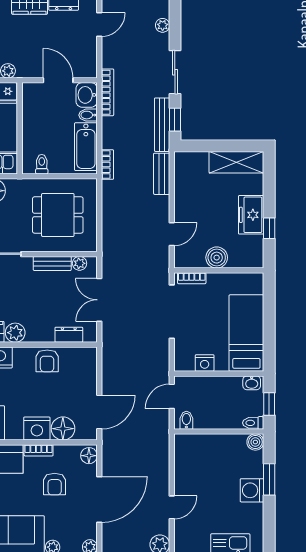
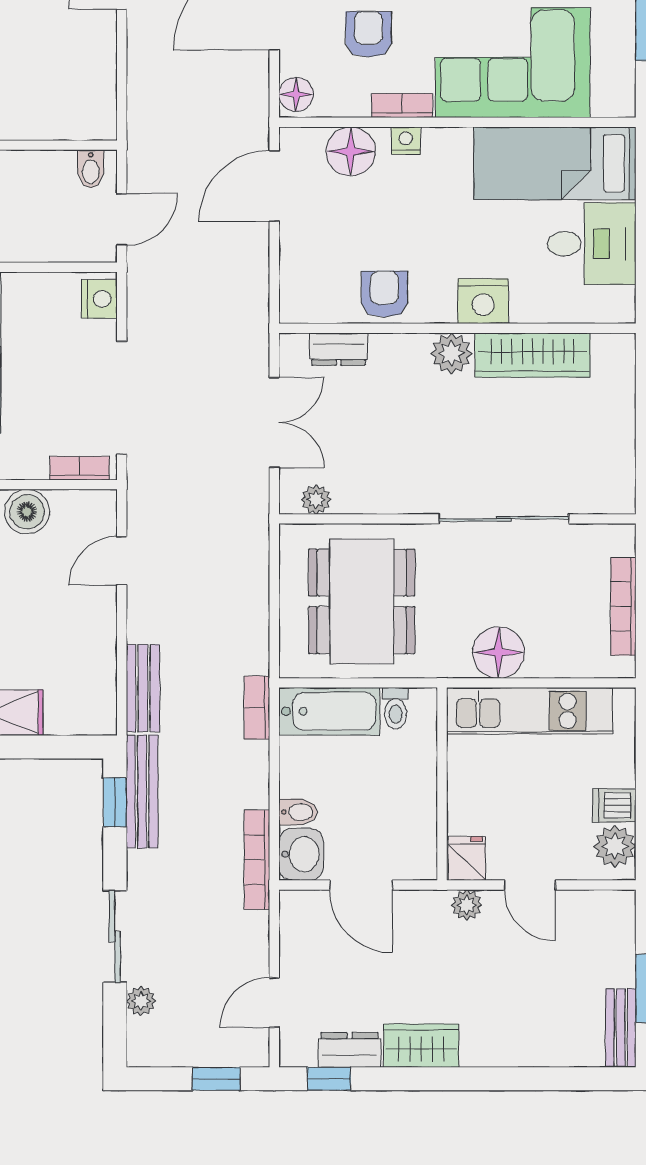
sliding door: (175, 72) -> (115, 937), moved
bathtub: (86, 147) -> (329, 711), moved, turned 90
dining table: (58, 215) -> (362, 601), width x1.38
bench: (52, 263) -> (373, 499), removed
nightstand: (205, 363) -> (99, 299), moved, turned 90
nightstand: (37, 429) -> (406, 141), width x0.53, depth x0.56

